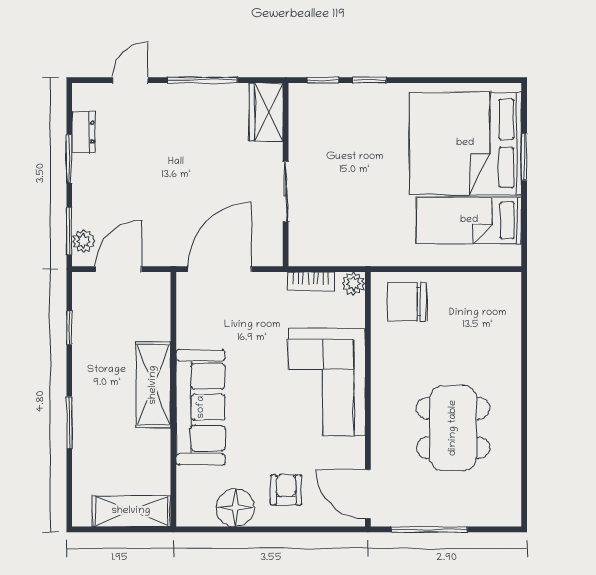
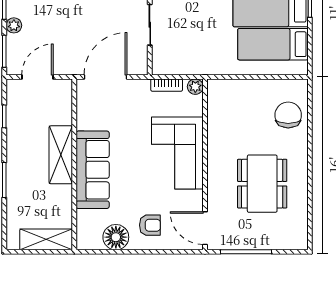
plant: (83, 241) -> (14, 25), moved
chair: (407, 302) -> (288, 115), moved, turned 90
armchair: (286, 490) -> (150, 225), turned 90

